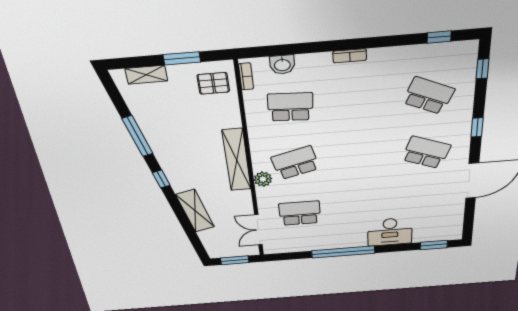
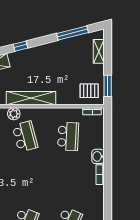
window: (182, 58) -> (108, 86), moved
washbasin: (282, 65) -> (98, 156), moved
pallet: (213, 83) -> (89, 91), turned 90
window: (138, 136) -> (72, 33), moved

